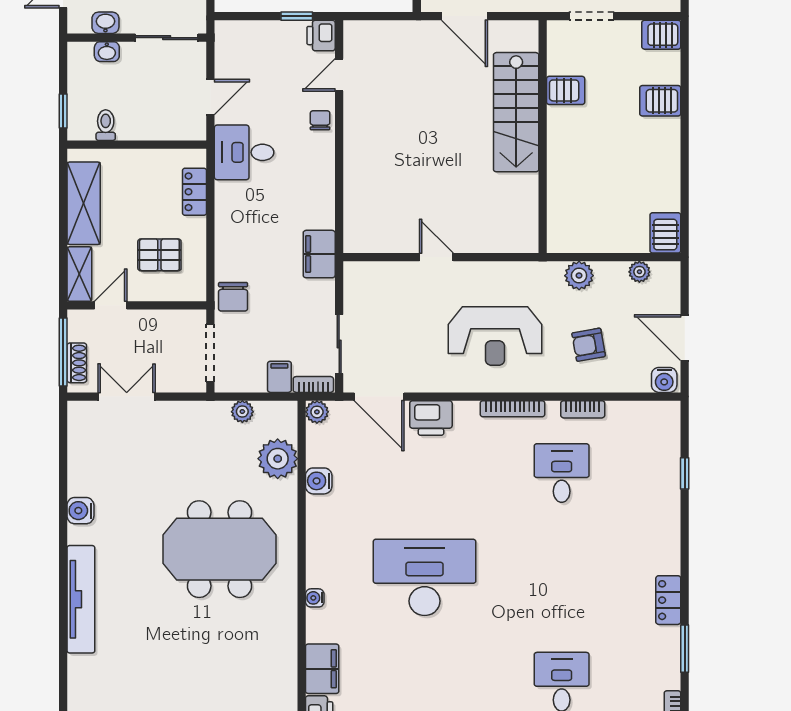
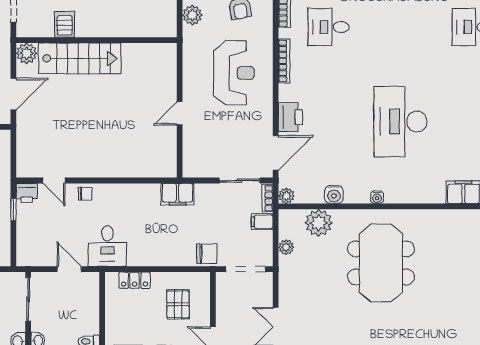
plant: (524, 35) -> (27, 53), added
chair: (320, 120) -> (85, 194), turned 180
water cooler: (315, 598) -> (377, 197), moved

